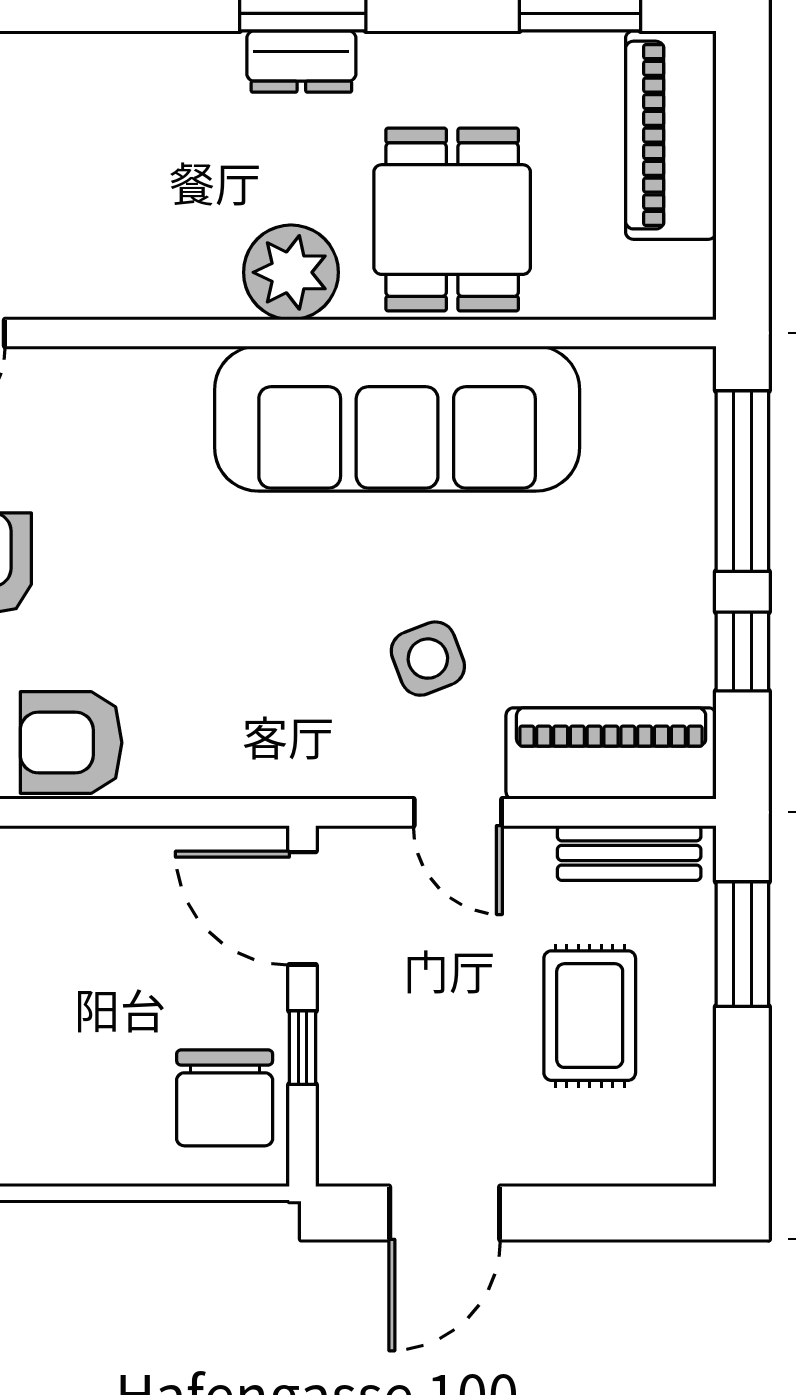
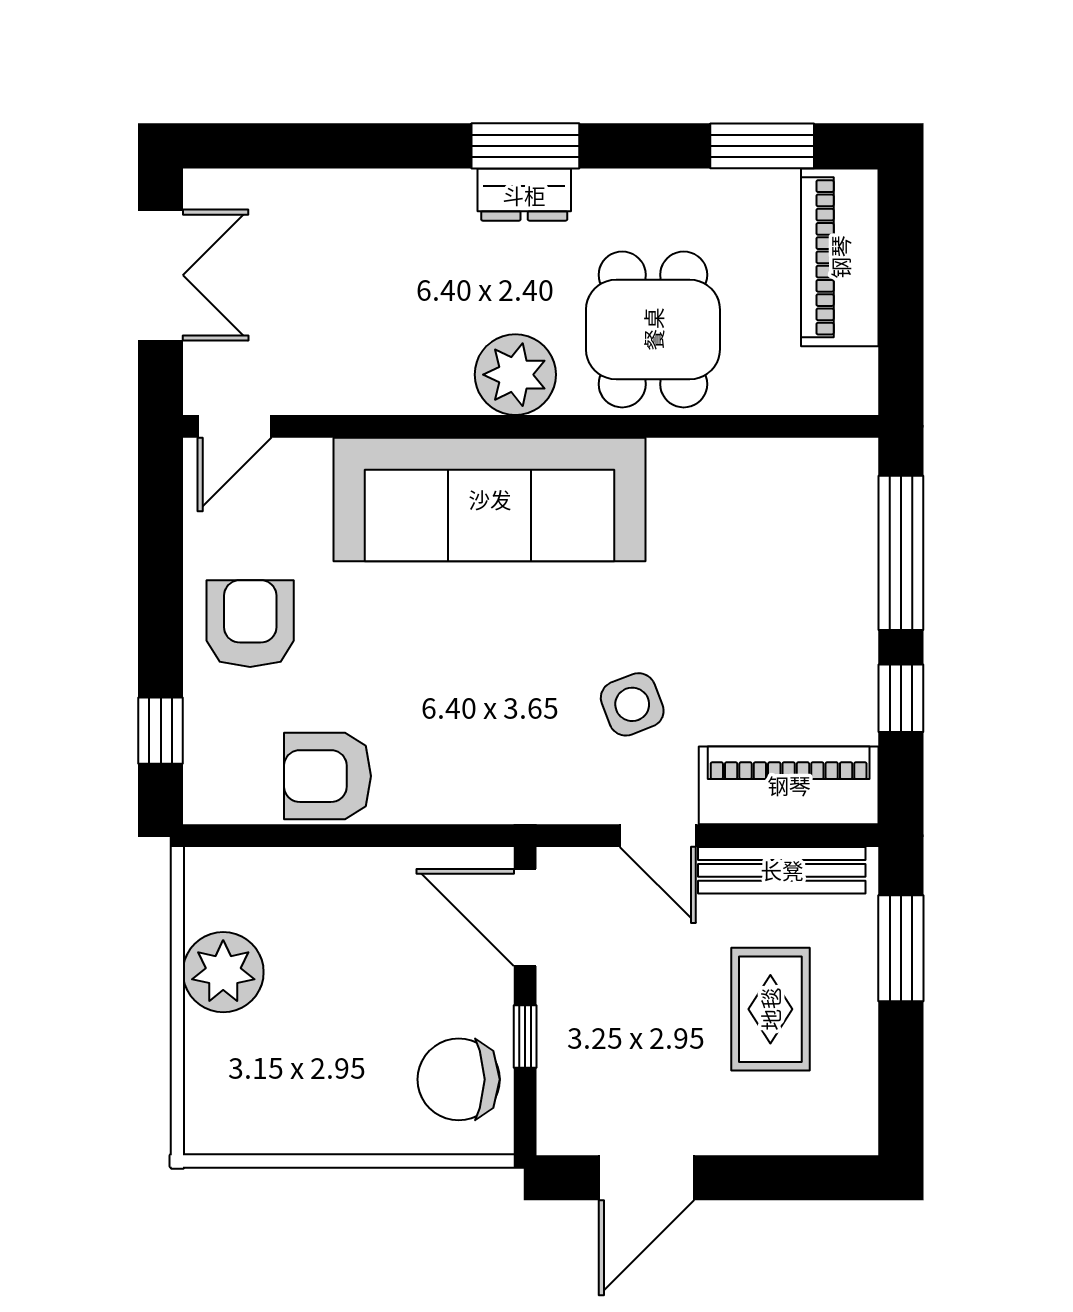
sofa: (397, 419) -> (490, 499), moved
bench: (629, 853) -> (782, 870), width x1.36
chair: (225, 1098) -> (459, 1079), turned 90

